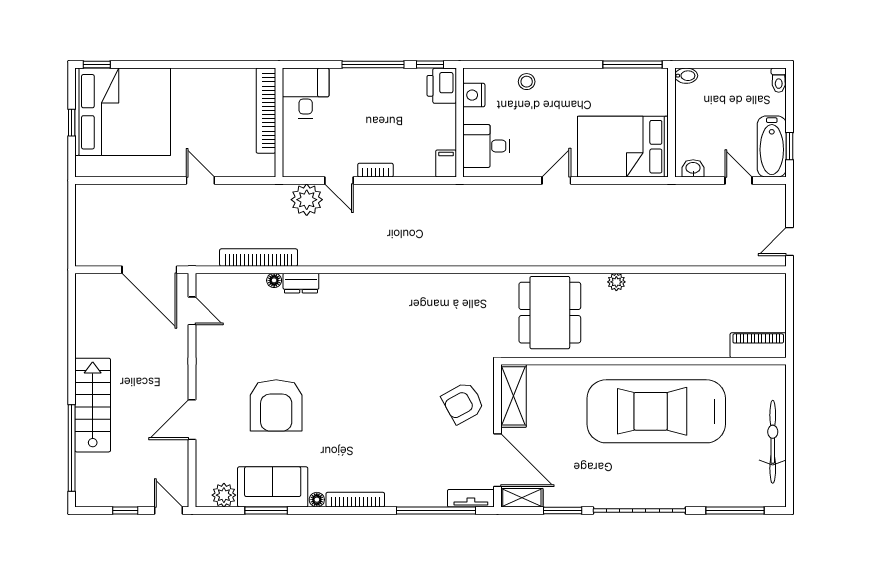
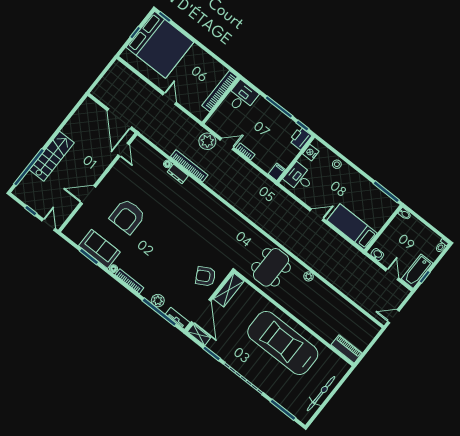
bed: (623, 147) -> (352, 227), width x0.67
door: (339, 181) -> (227, 144), swing flipped
bookcase: (259, 258) -> (189, 166), moved
plant: (224, 495) -> (158, 301), moved

